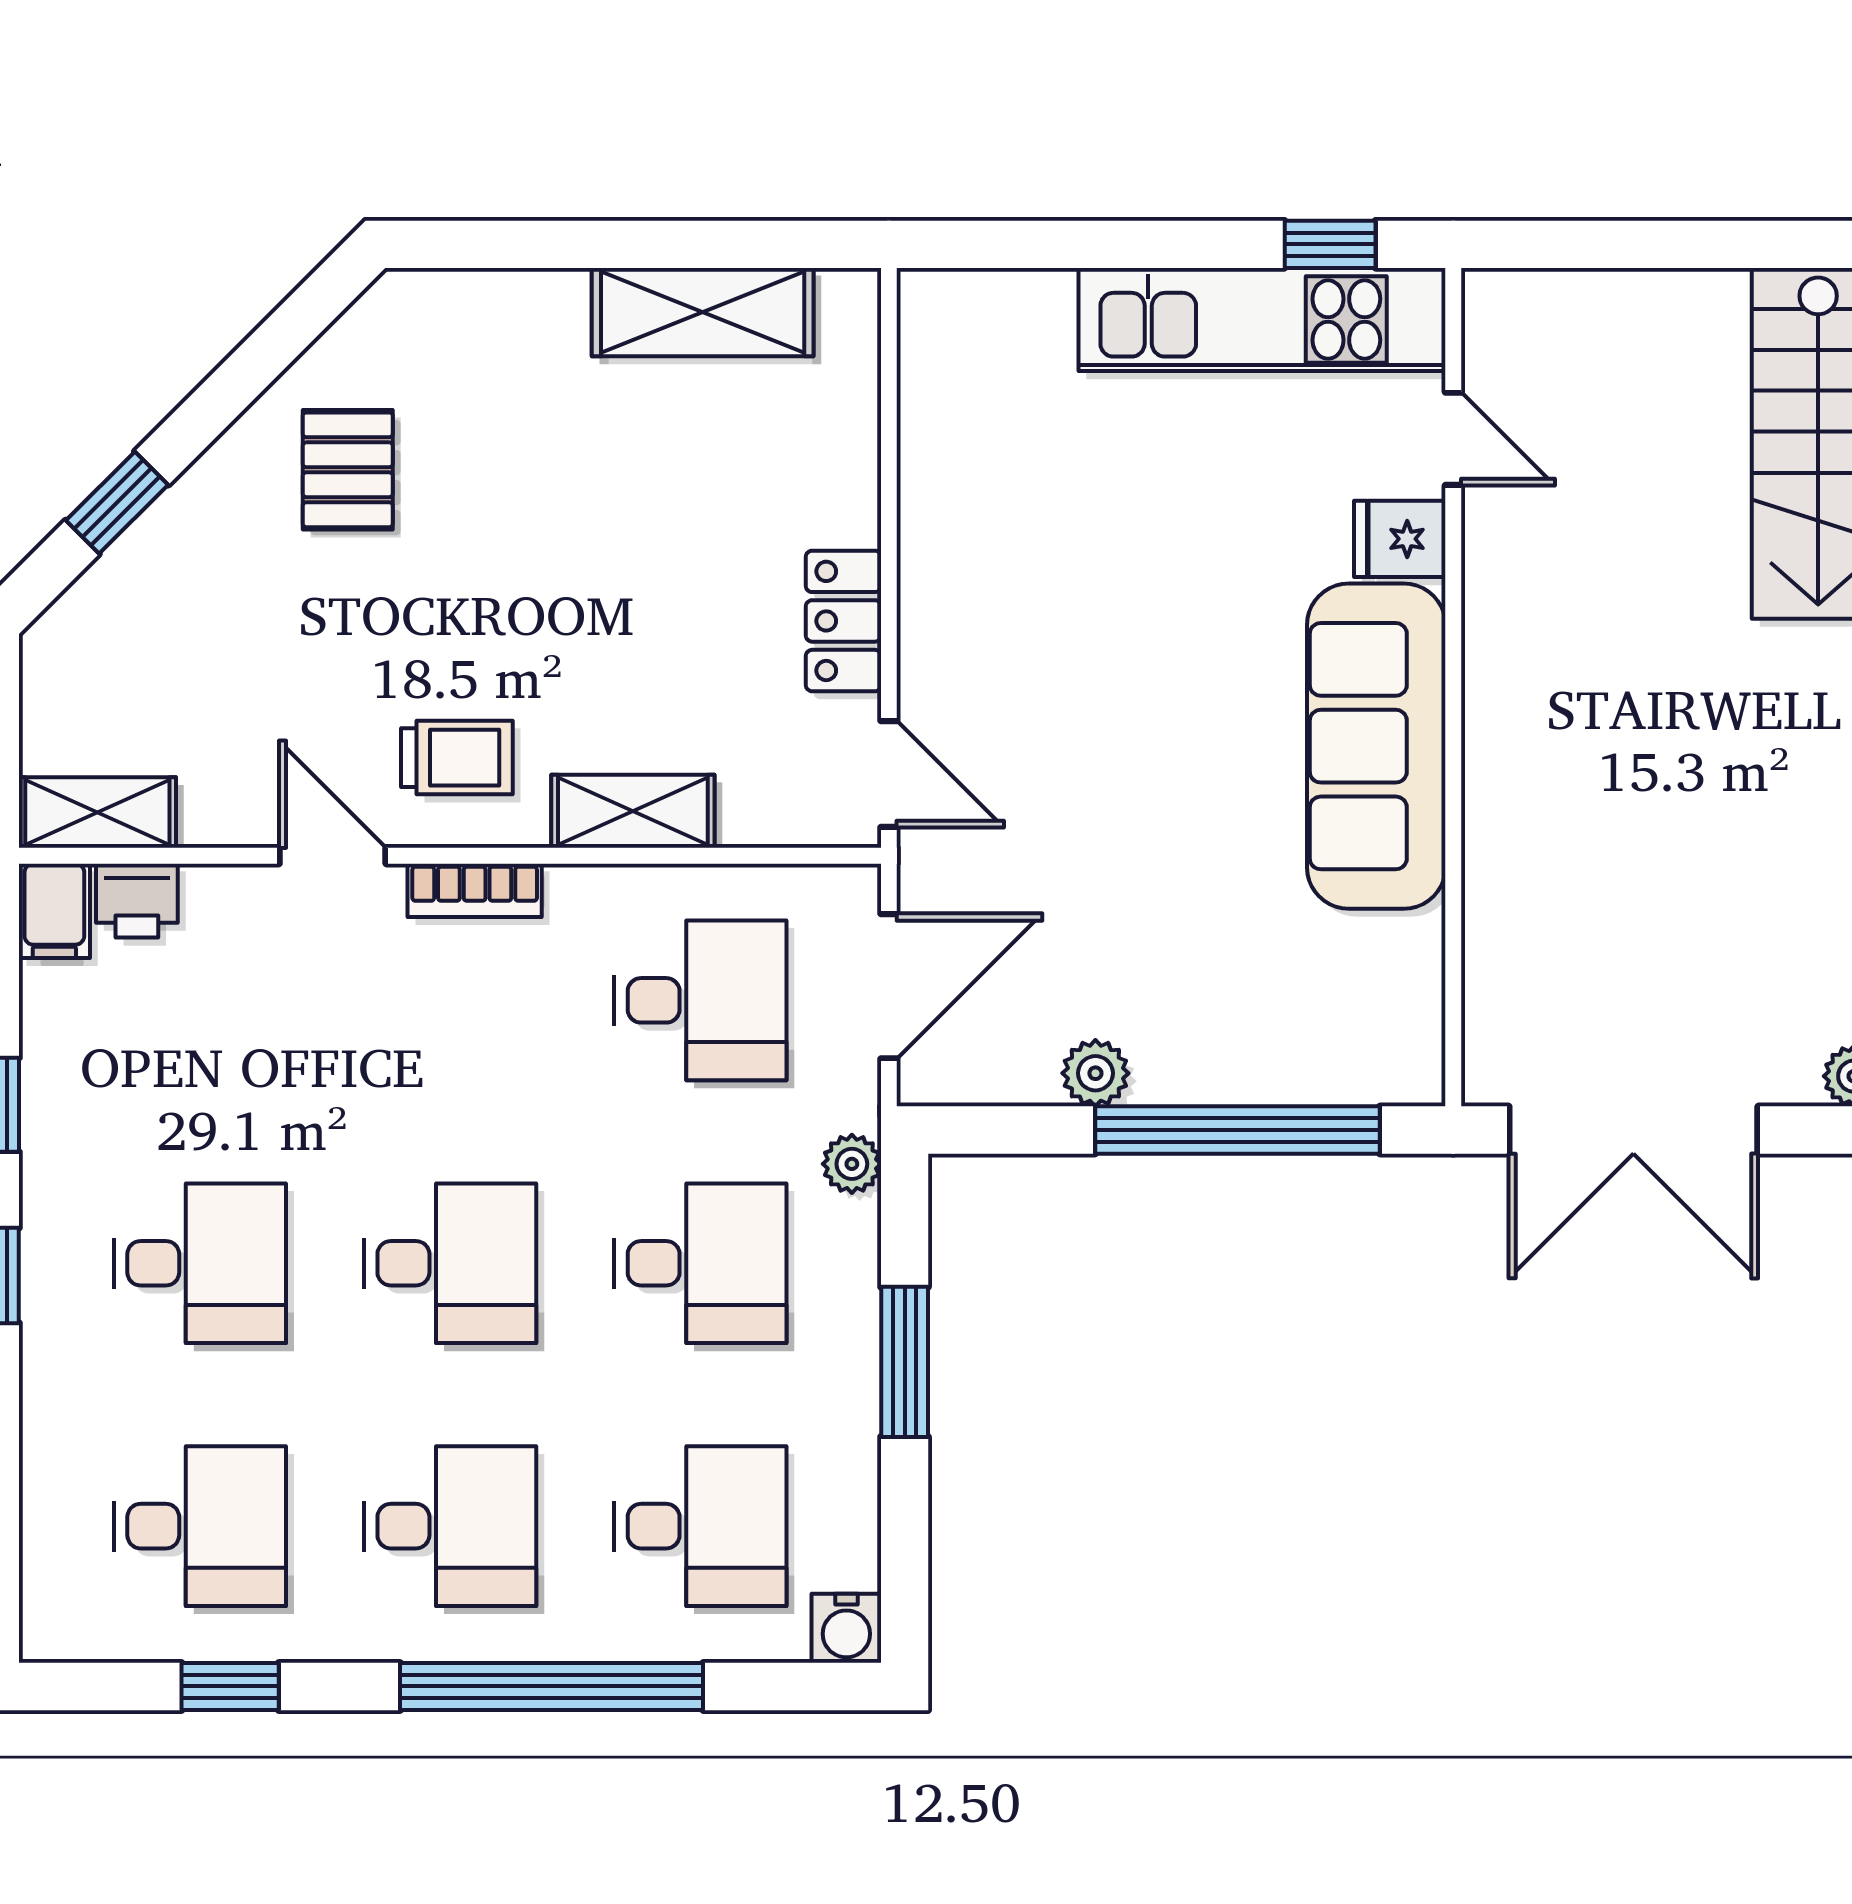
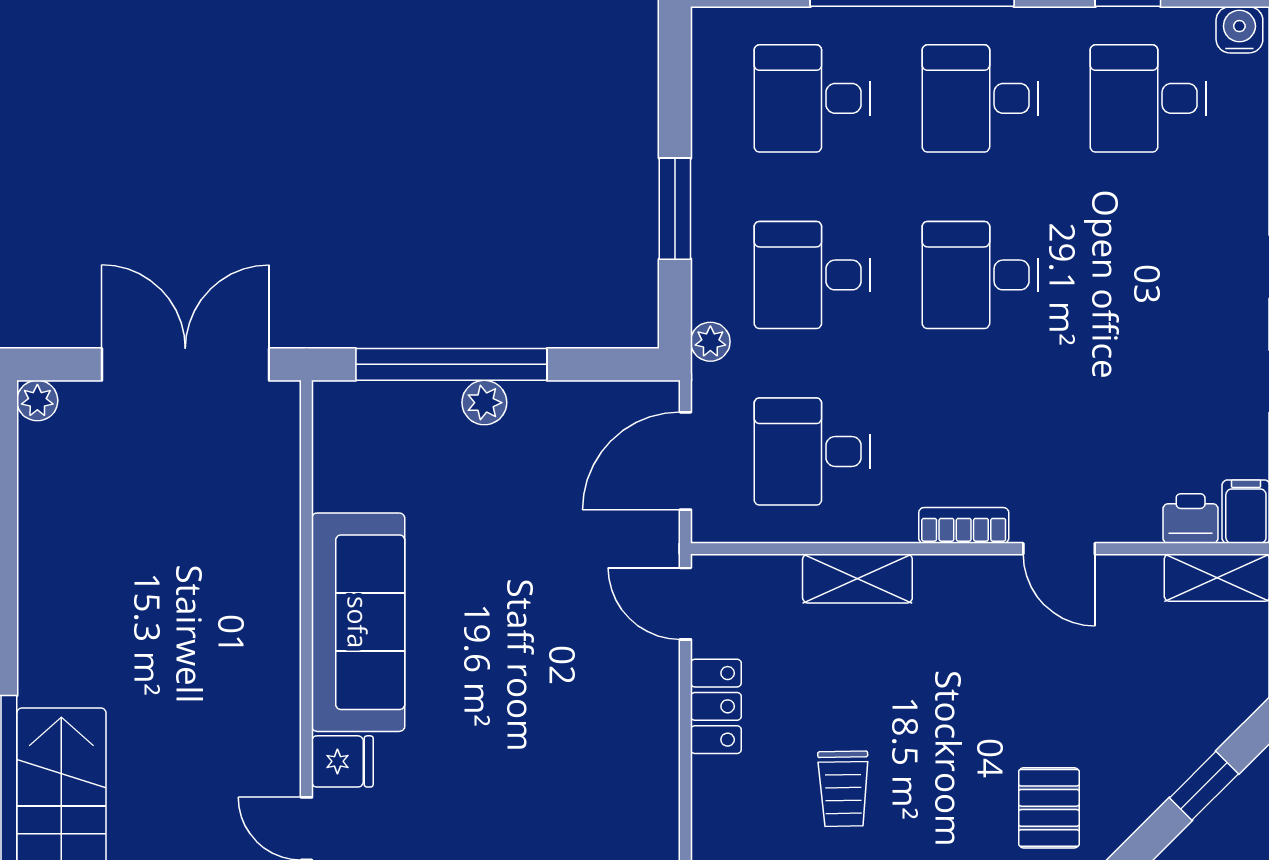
trolley: (457, 758) -> (843, 789), moved, turned -91
plant: (1095, 1073) -> (484, 403), moved
desk: (200, 1263) -> (1148, 275), removed
water cooler: (846, 1628) -> (1239, 30), moved

